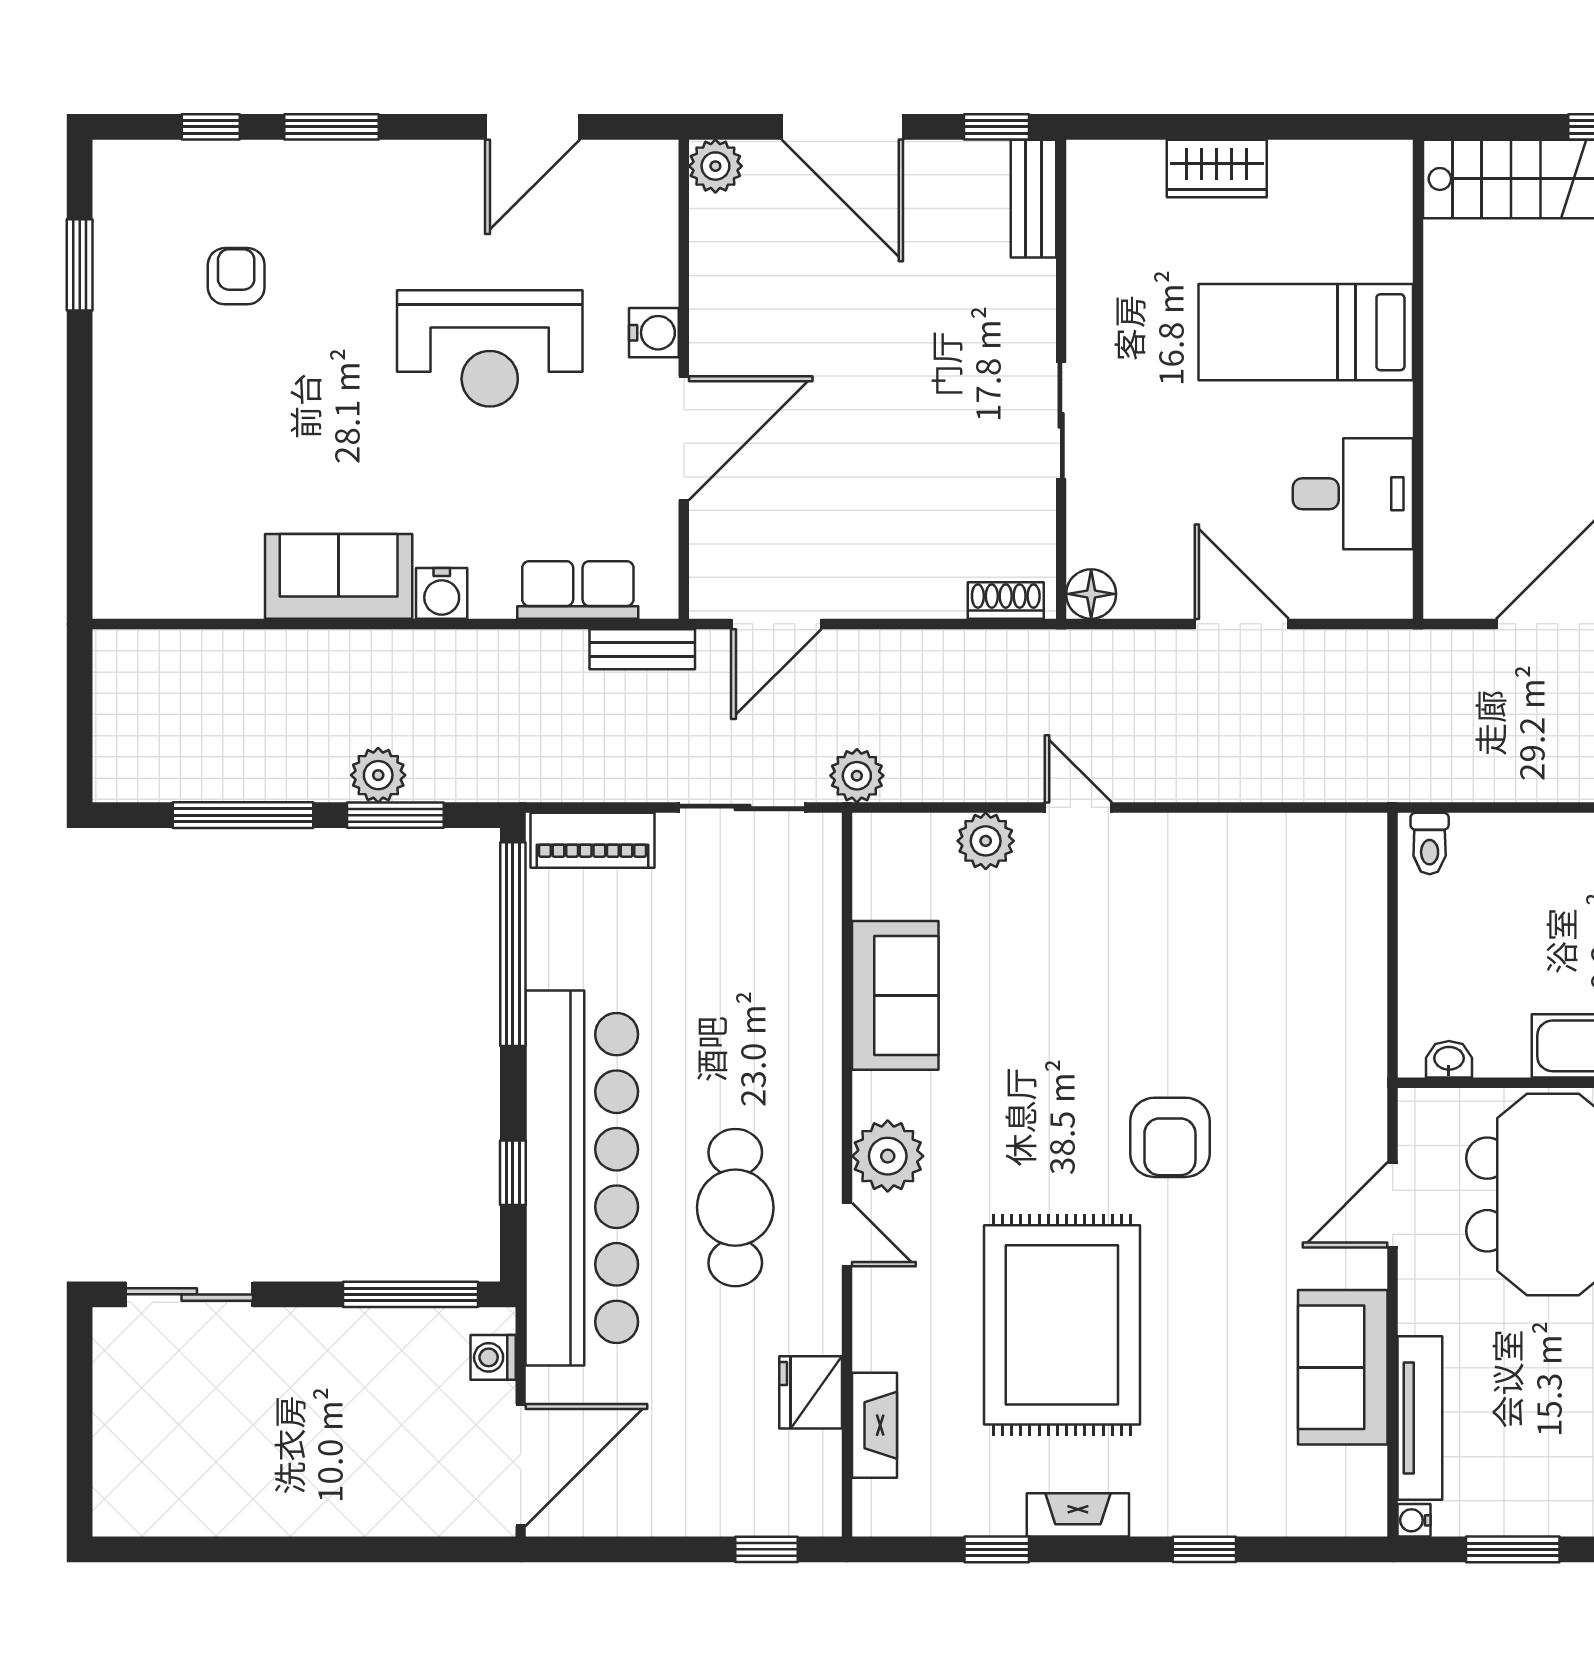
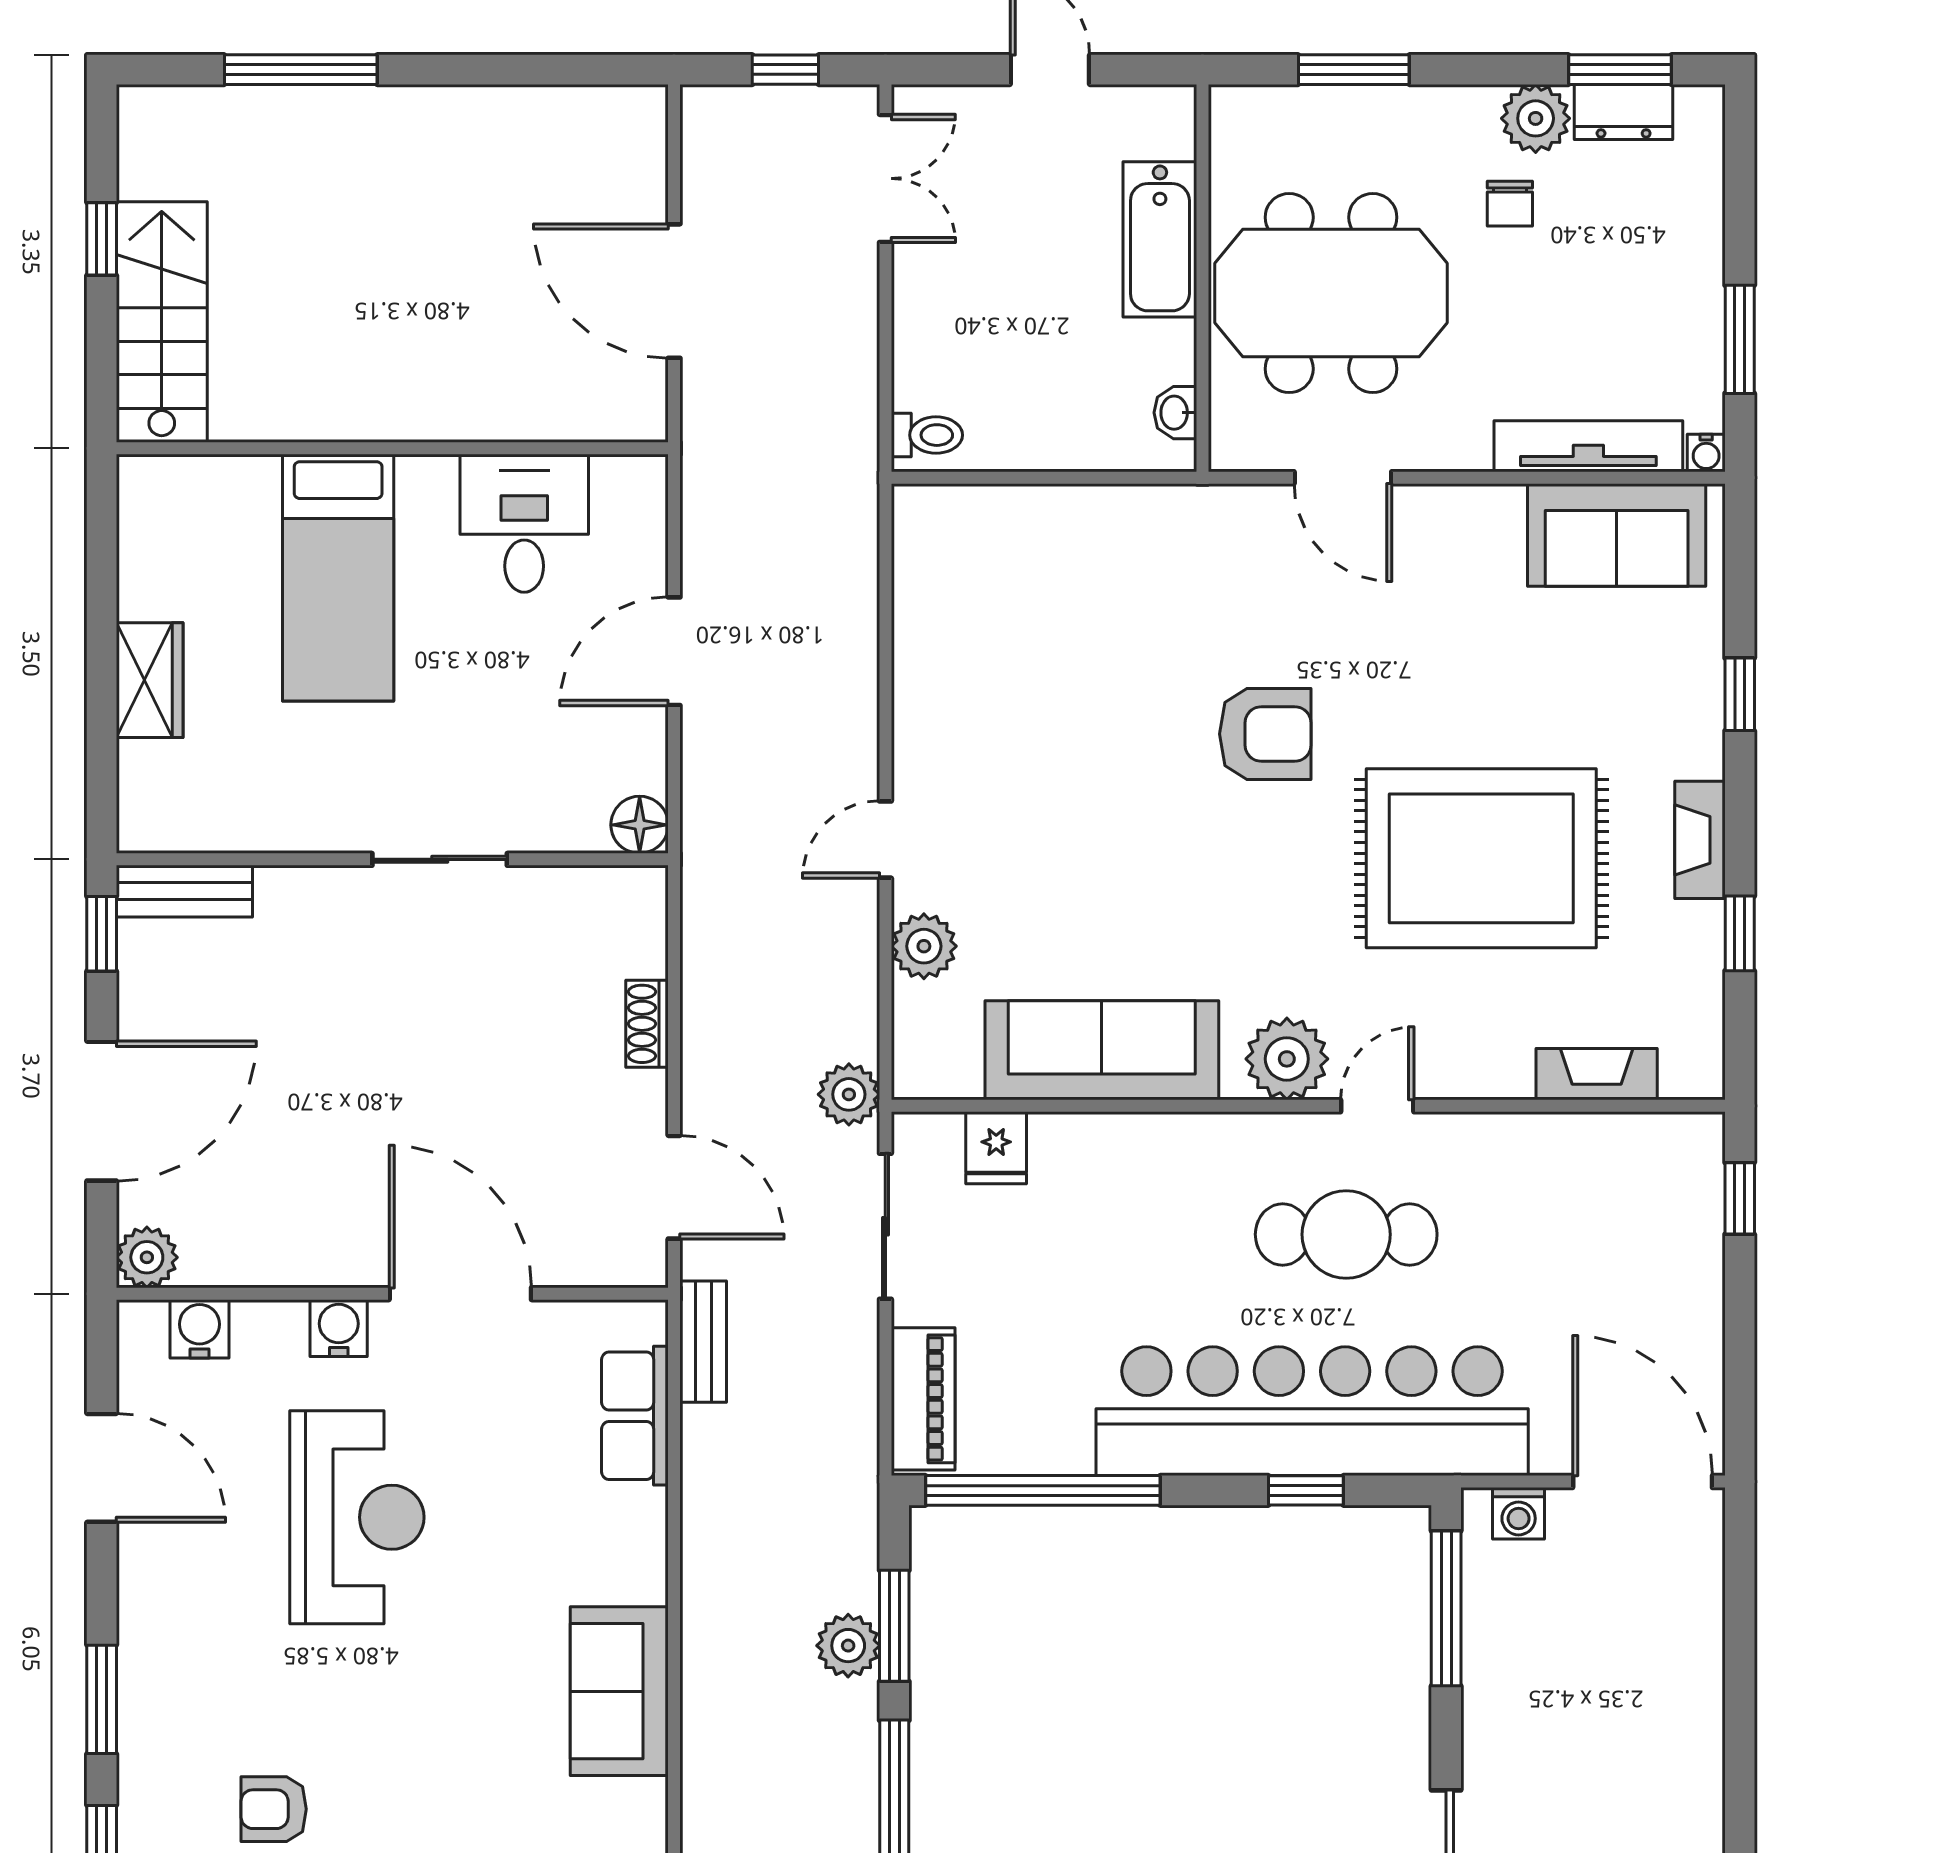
water cooler: (442, 593) -> (199, 1329), moved, turned -90
shoe rack: (1006, 600) -> (647, 1024), moved
sofa: (895, 995) -> (1102, 1050), width x1.36
sofa: (1343, 1367) -> (1617, 535), moved
fridge: (811, 1392) -> (996, 1148), moved, width x0.72

